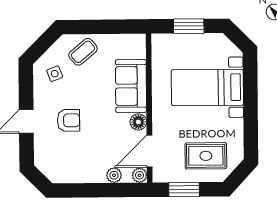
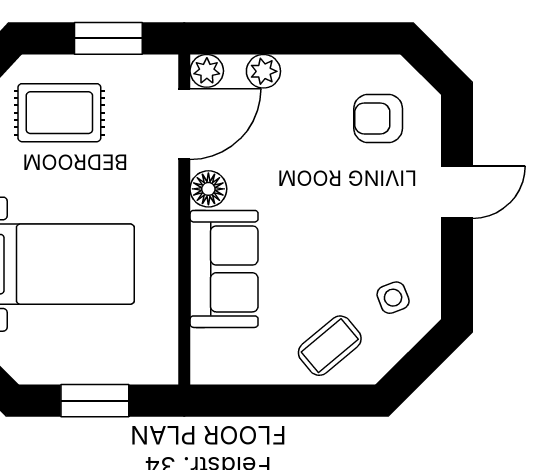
armchair: (69, 120) -> (378, 118), moved

